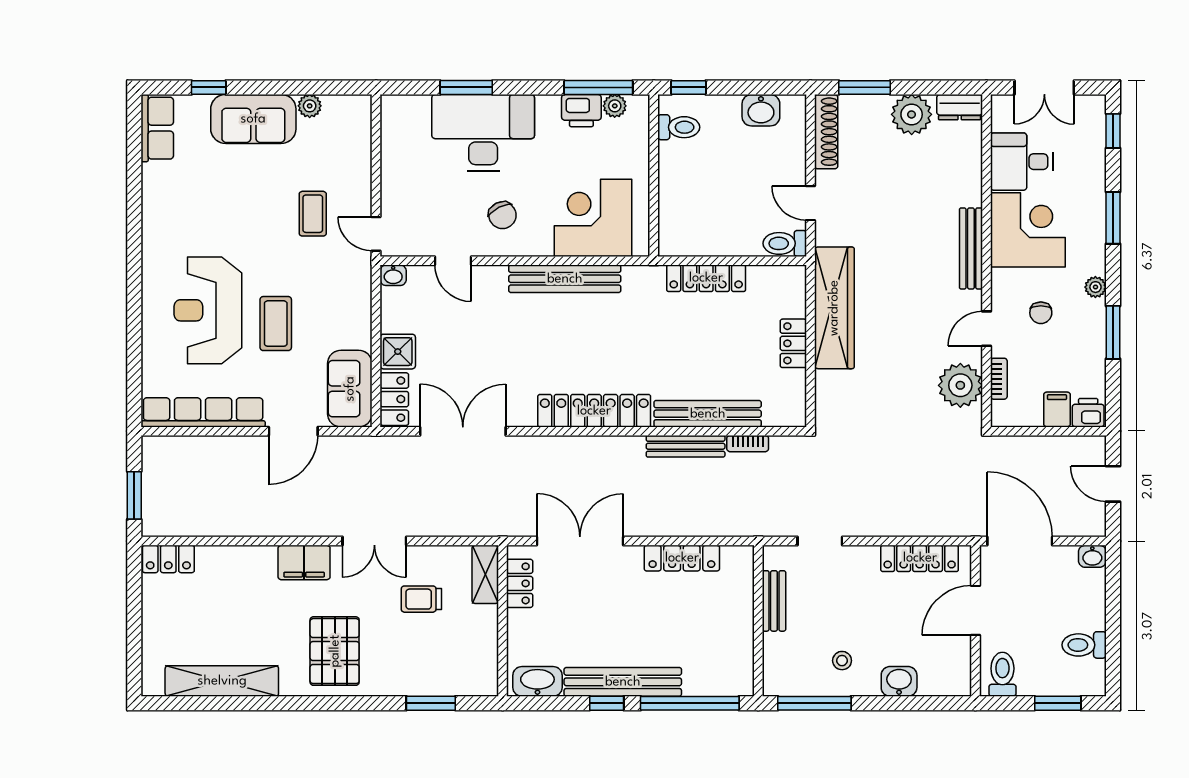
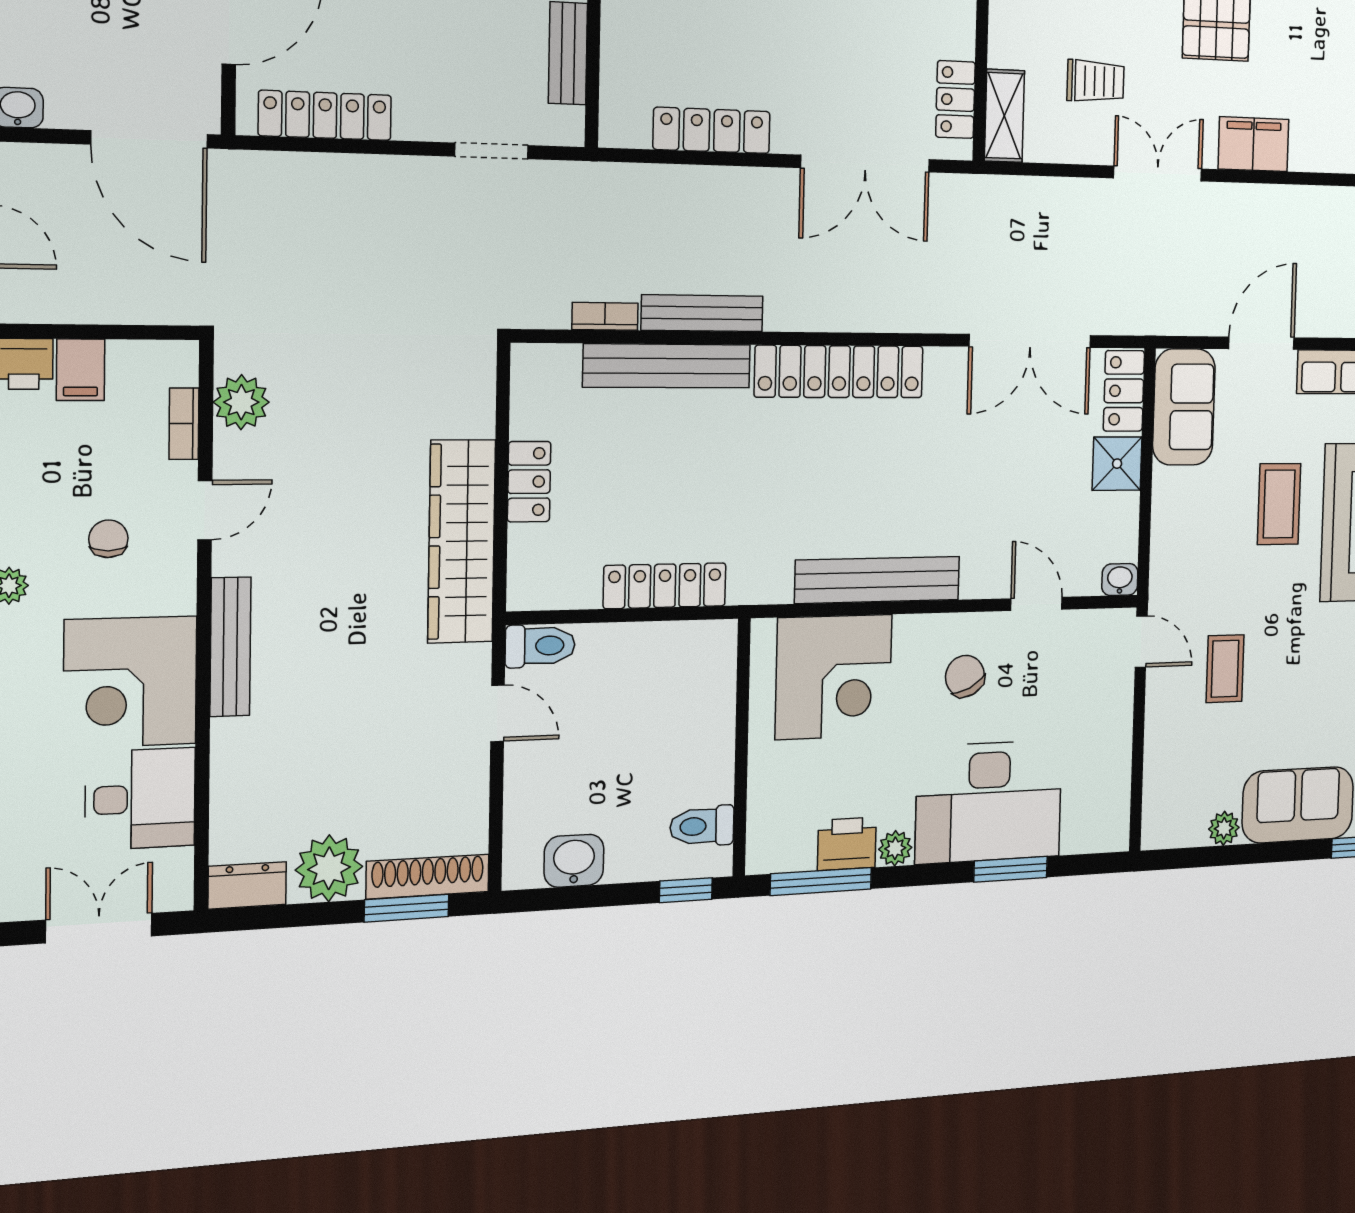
plant: (615, 106) -> (895, 848), moved
shoe rack: (826, 132) -> (428, 877), moved, turned 90
plant: (960, 385) -> (241, 402), width x0.73, depth x0.73

